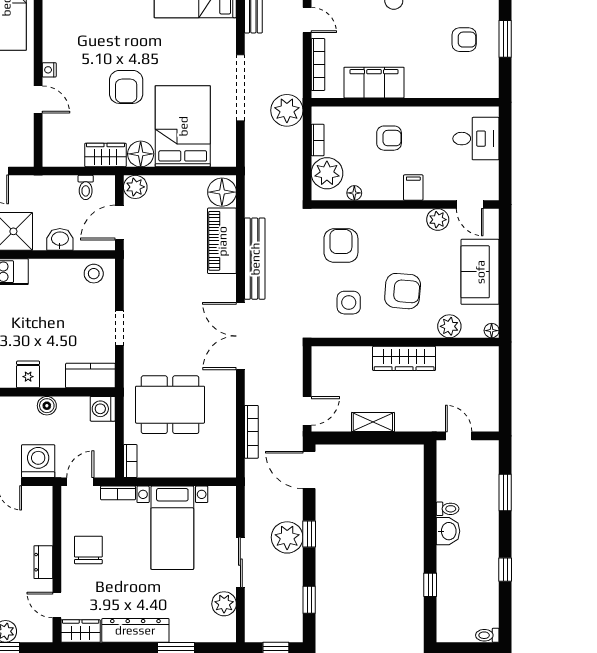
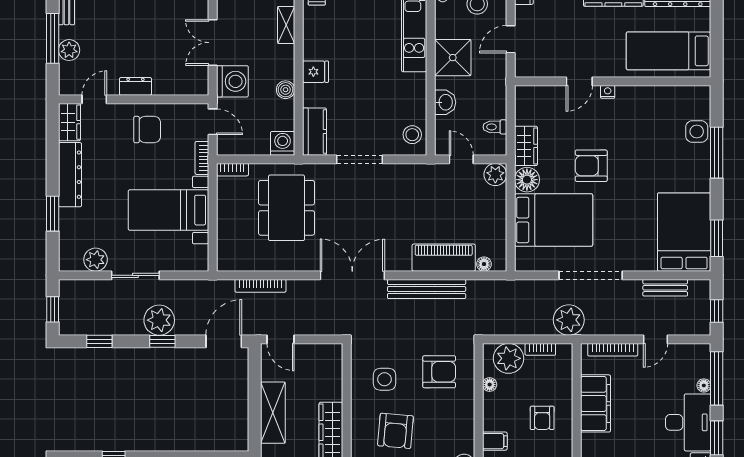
floor lamp: (222, 192) -> (484, 264), width x0.53, depth x0.53
door: (119, 223) -> (461, 159), width x0.73
doorway: (119, 328) -> (360, 159), width x1.38
shelving: (373, 422) -> (273, 413), width x1.50, depth x1.33

